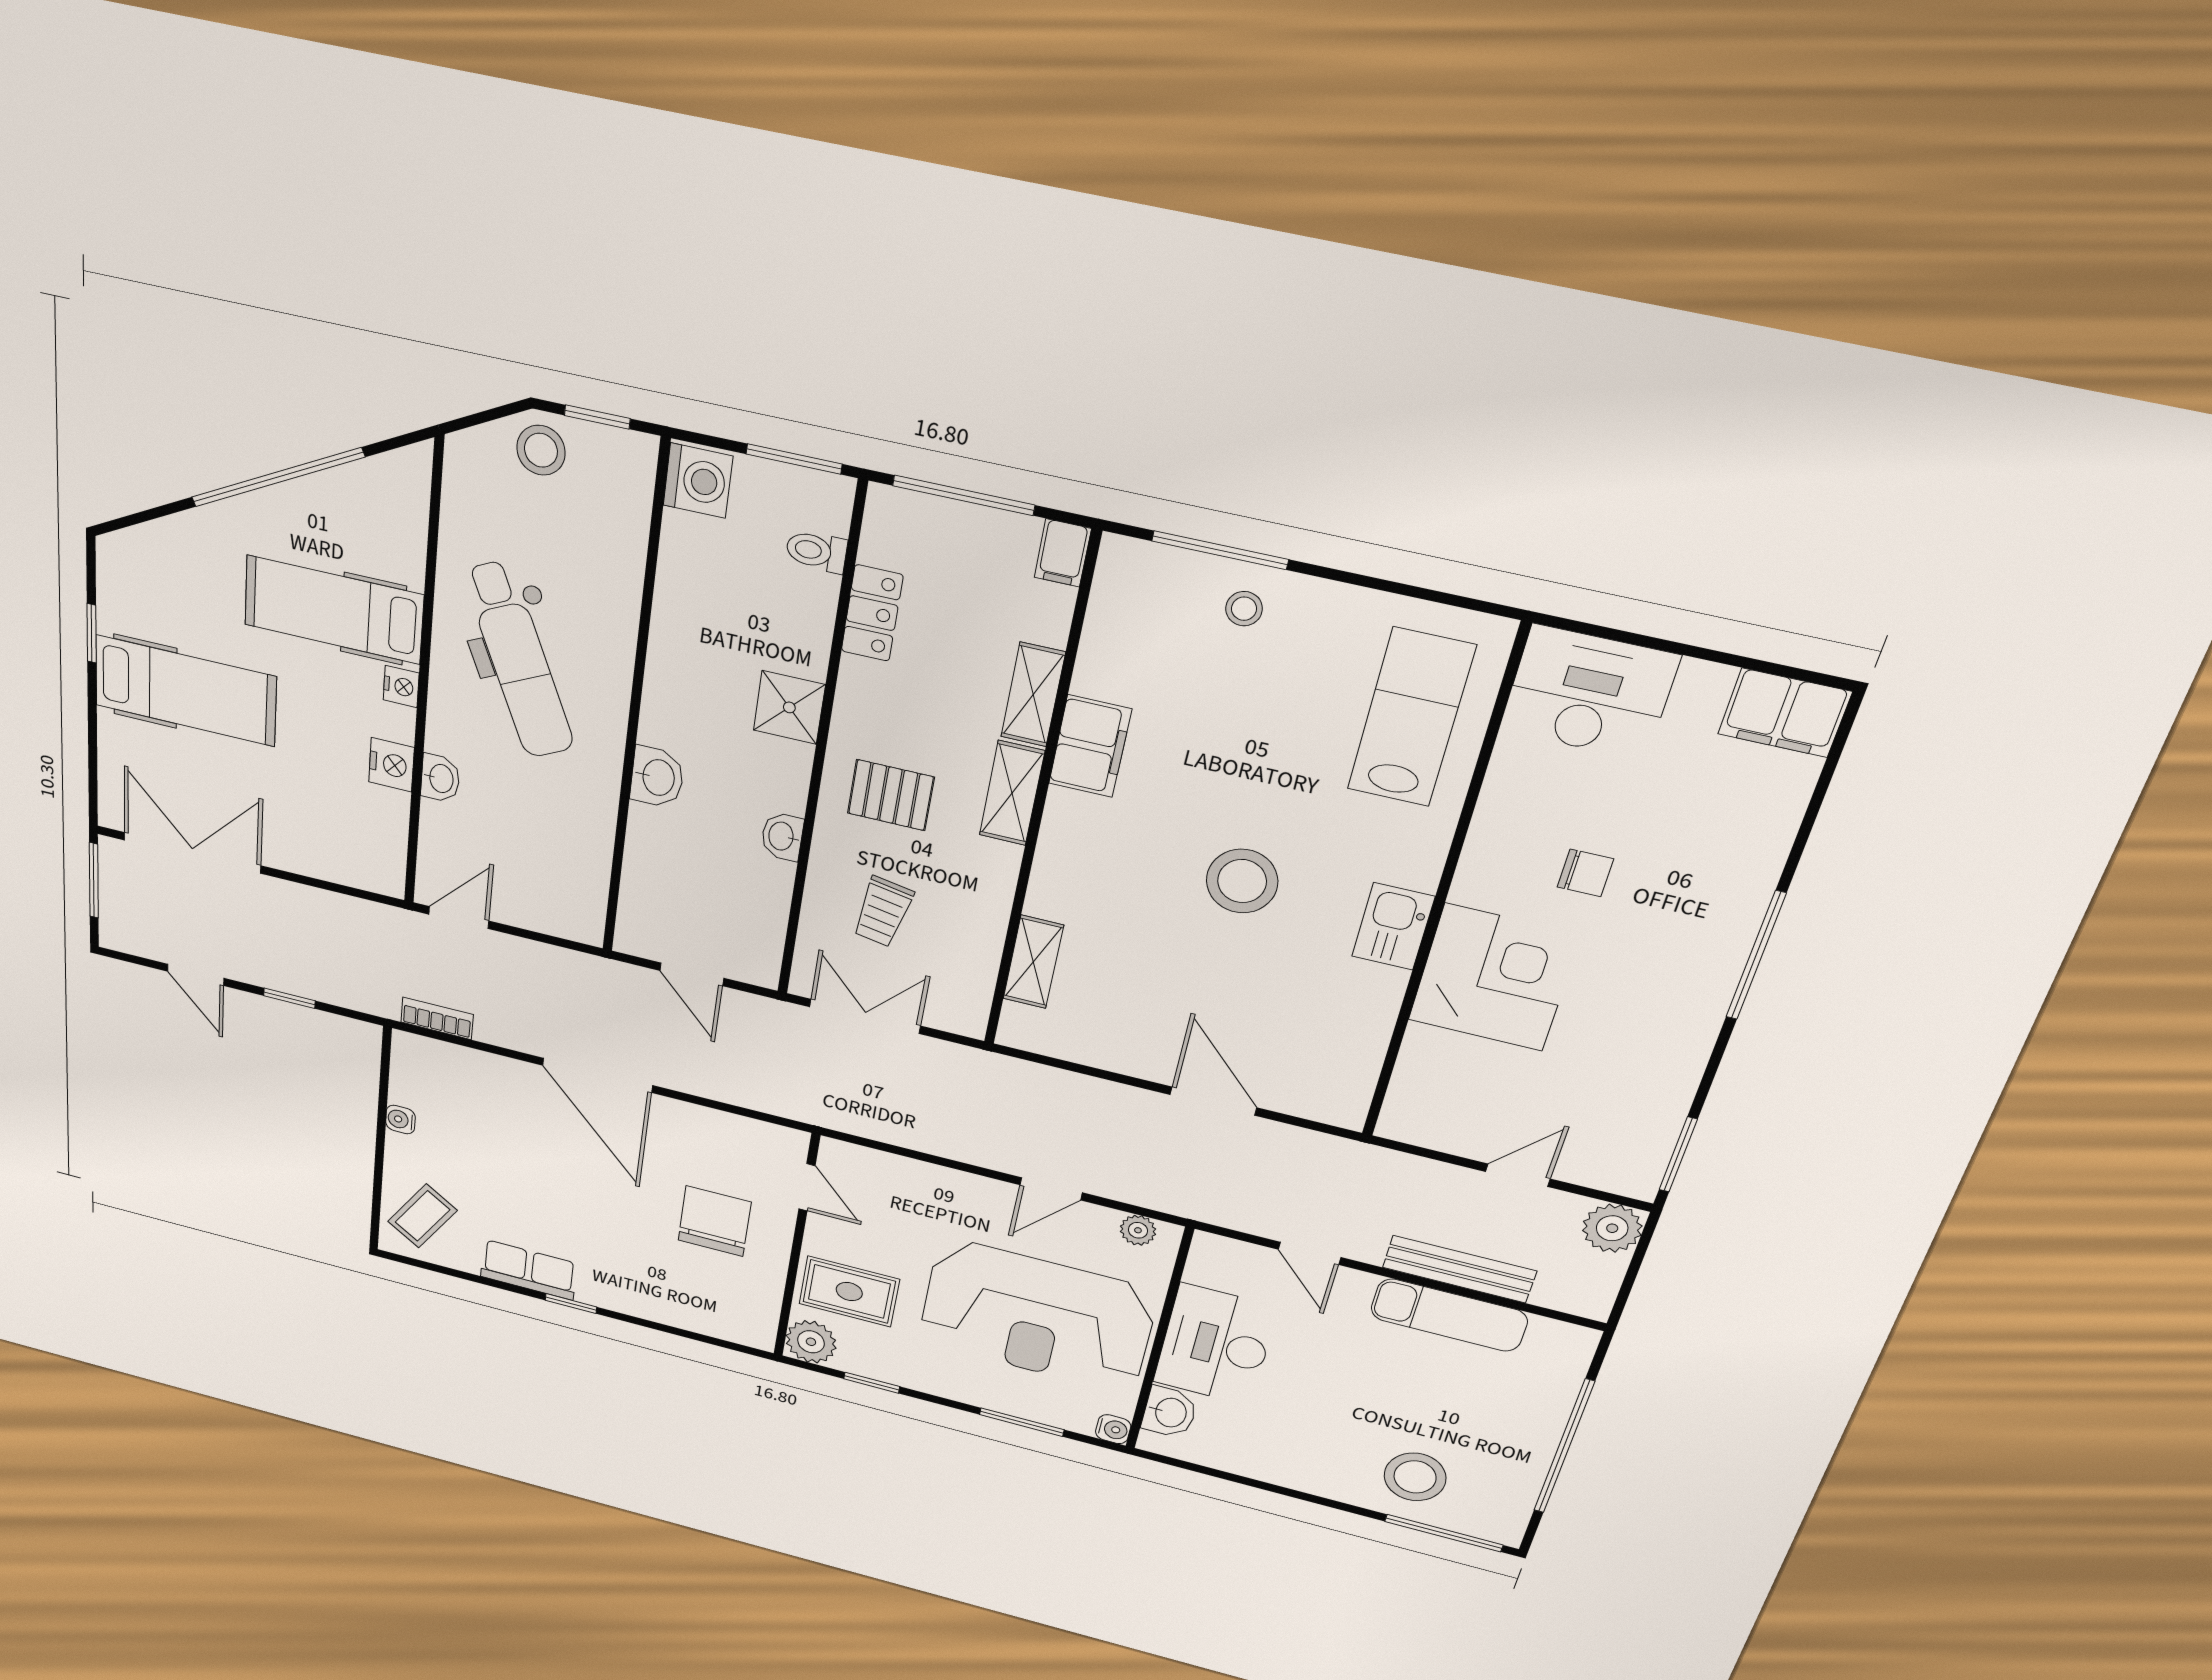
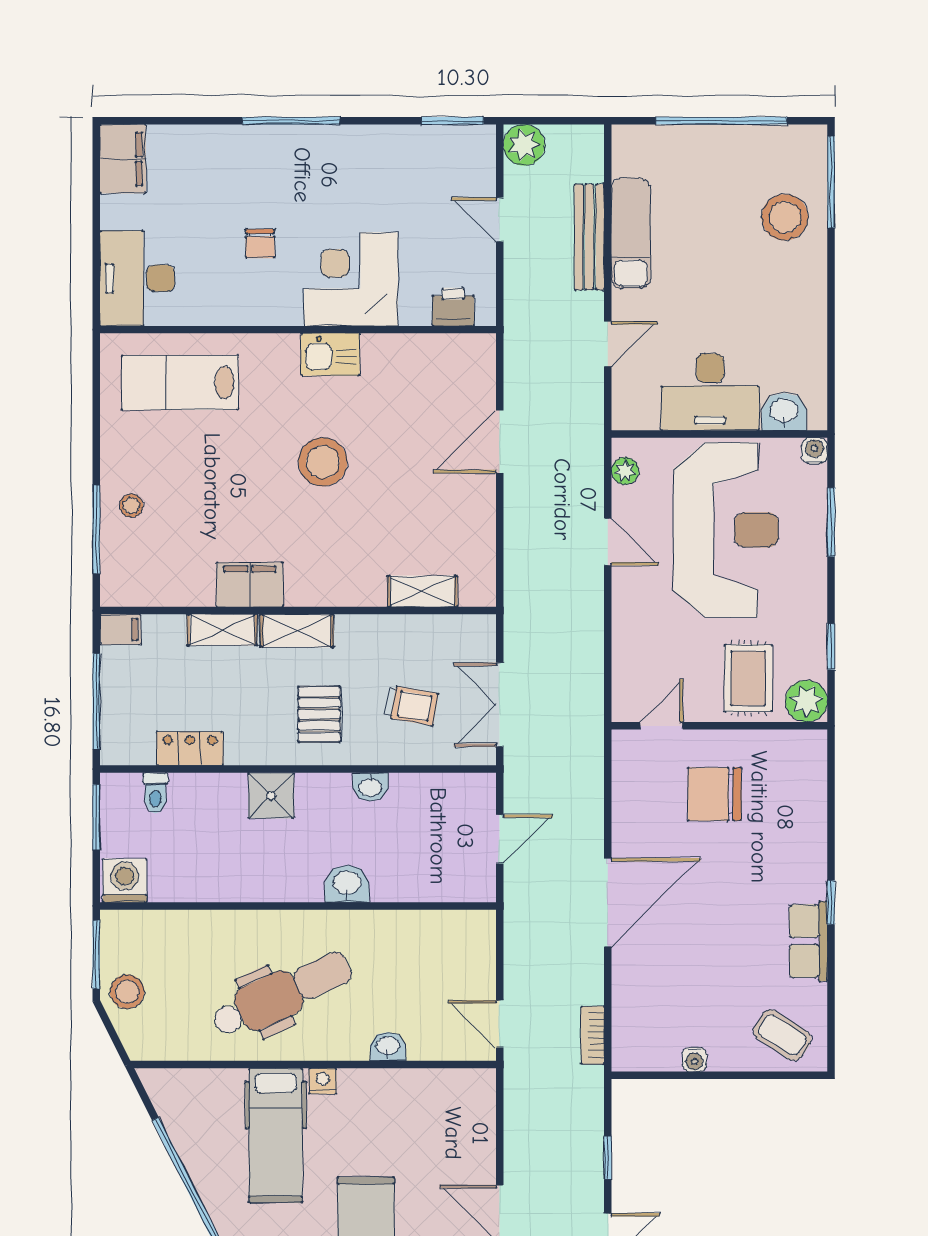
window: (597, 417) -> (96, 955), width x1.50
nightstand: (391, 765) -> (386, 1085), removed
chair: (1585, 873) -> (260, 244), turned 180
printer: (1414, 1092) -> (453, 307), added

